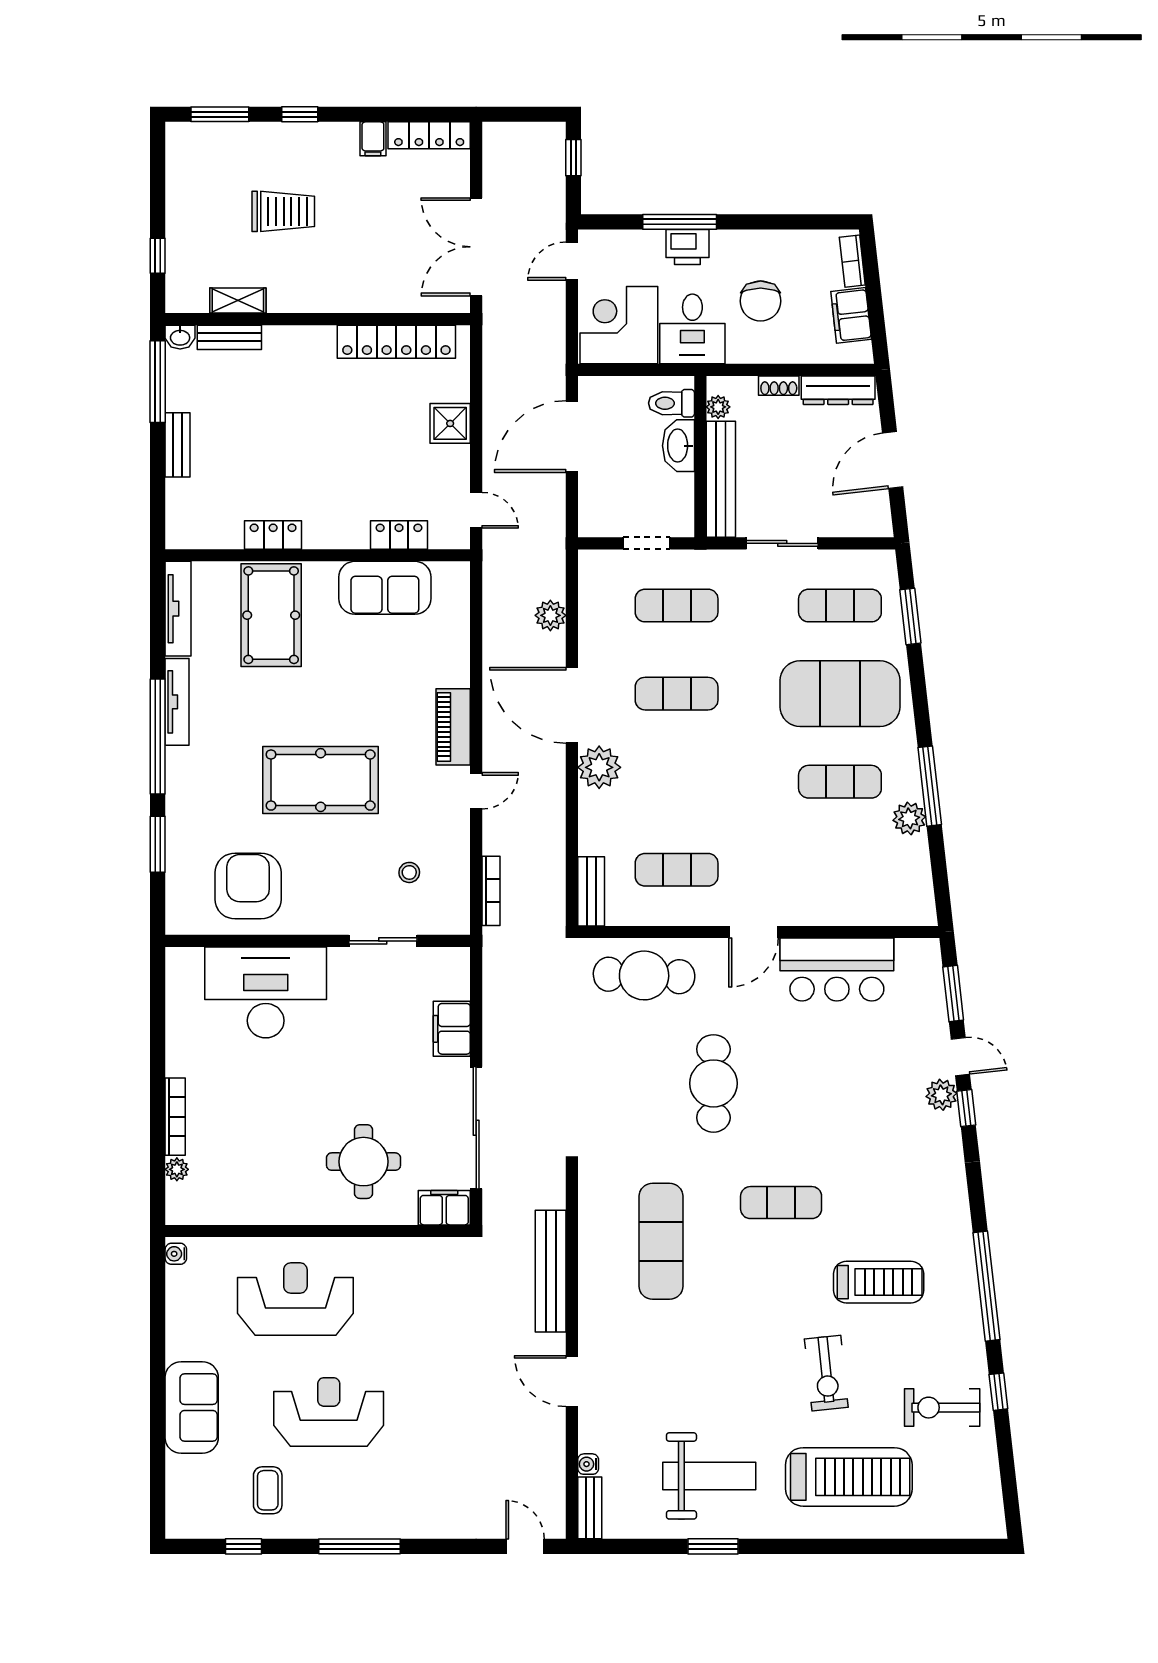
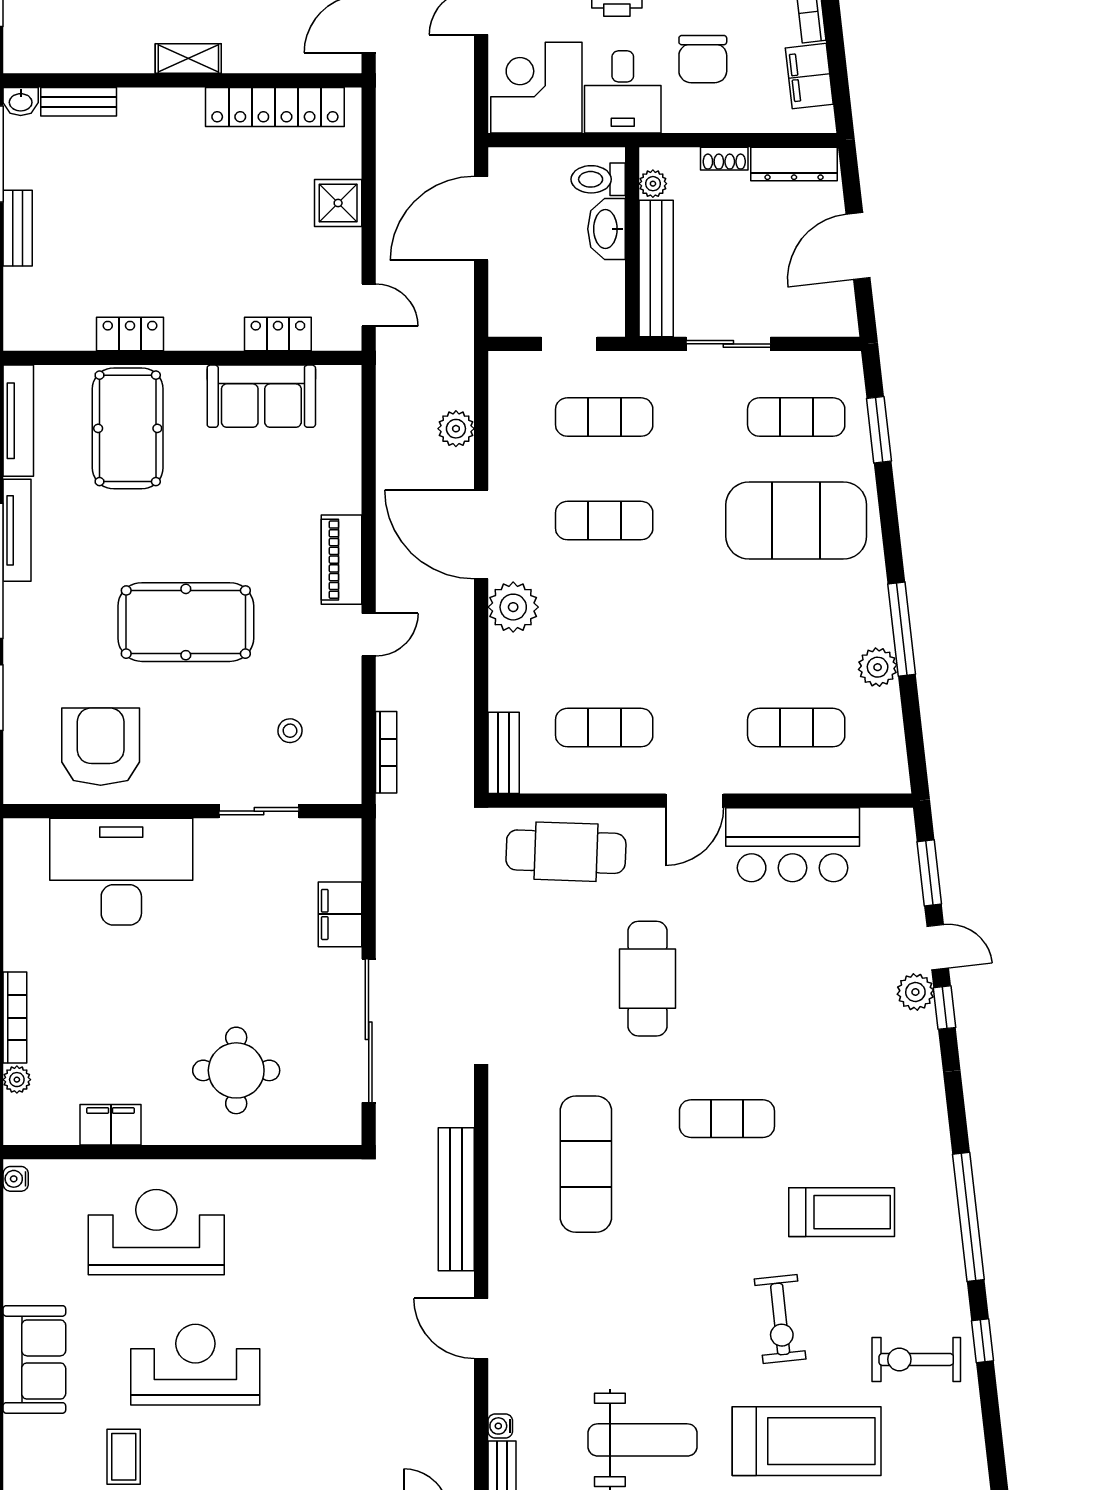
shelving: (238, 300) -> (188, 58), moved
exercise mat: (840, 782) -> (796, 728), moved
filing cabinet: (444, 1208) -> (111, 1125), moved

